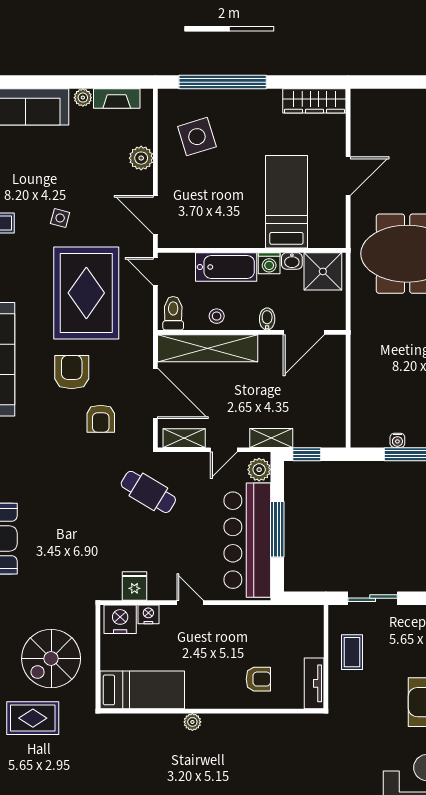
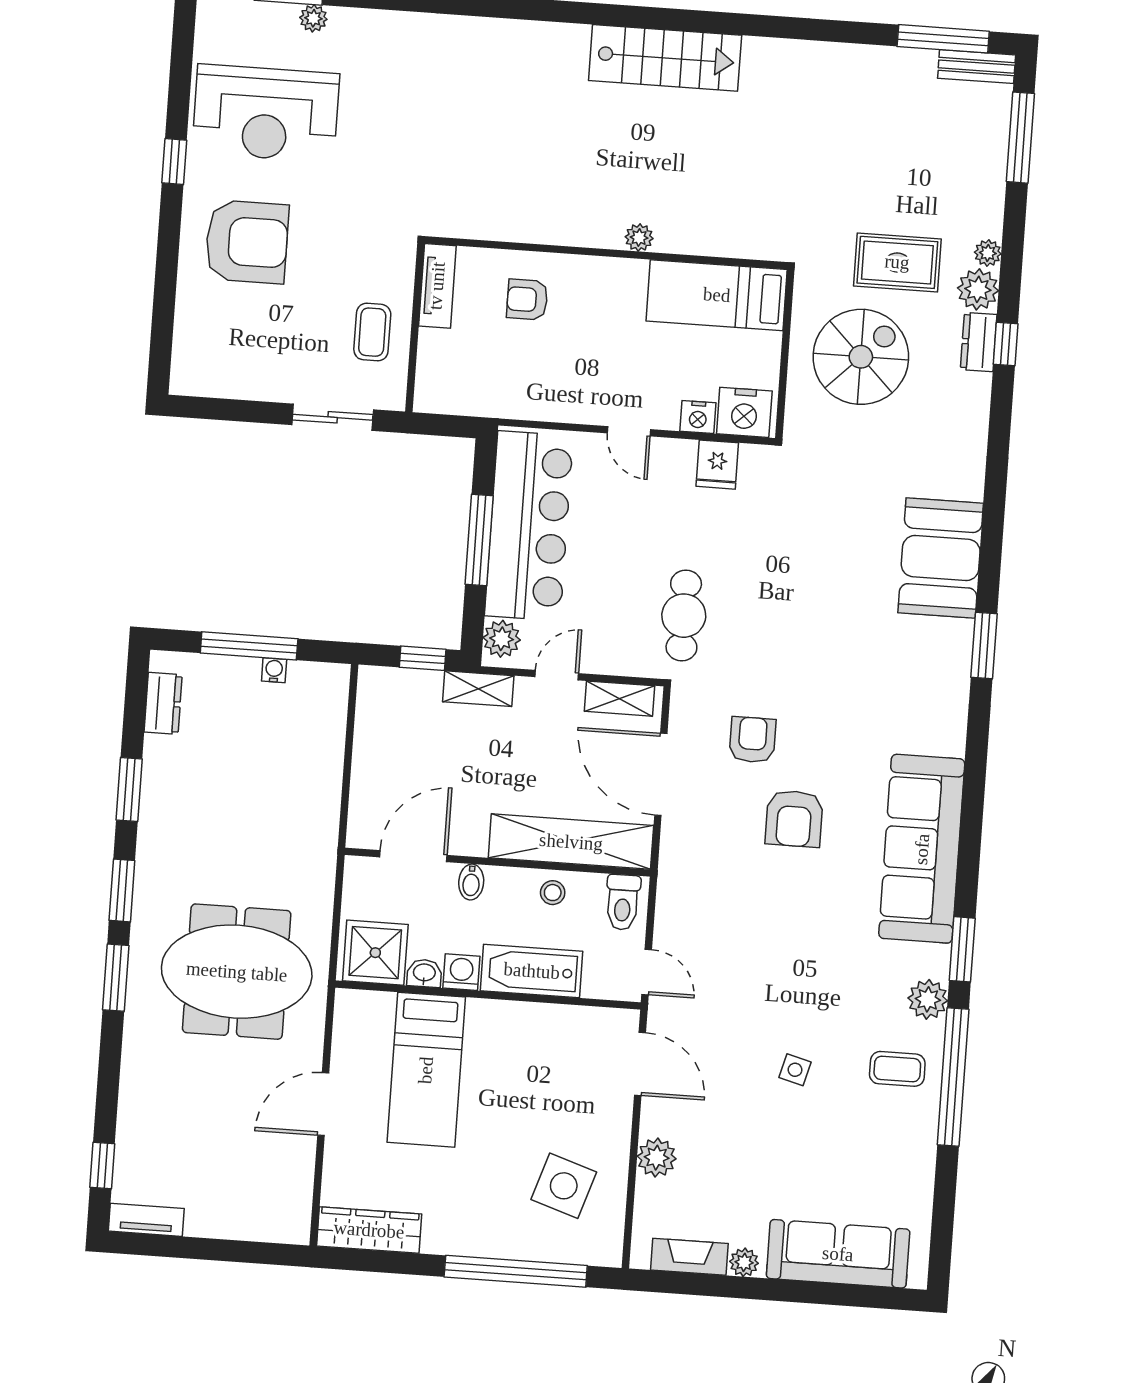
side table: (197, 137) -> (564, 1186), turned 35
rug: (86, 293) -> (761, 945), removed
cafe table: (148, 492) -> (684, 616), turned 59

